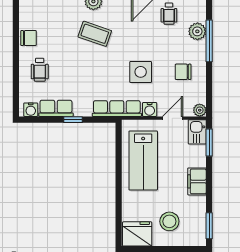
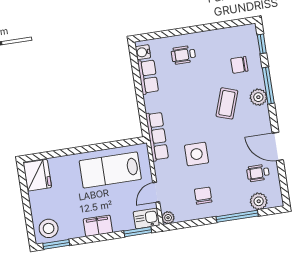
plant: (197, 31) -> (259, 201), moved
chair: (28, 38) -> (239, 65), moved, turned 90
water cooler: (150, 109) -> (161, 169), removed
door: (173, 118) -> (156, 192), swing flipped
window: (73, 120) -> (140, 95), removed
stool: (169, 221) -> (49, 228), moved

